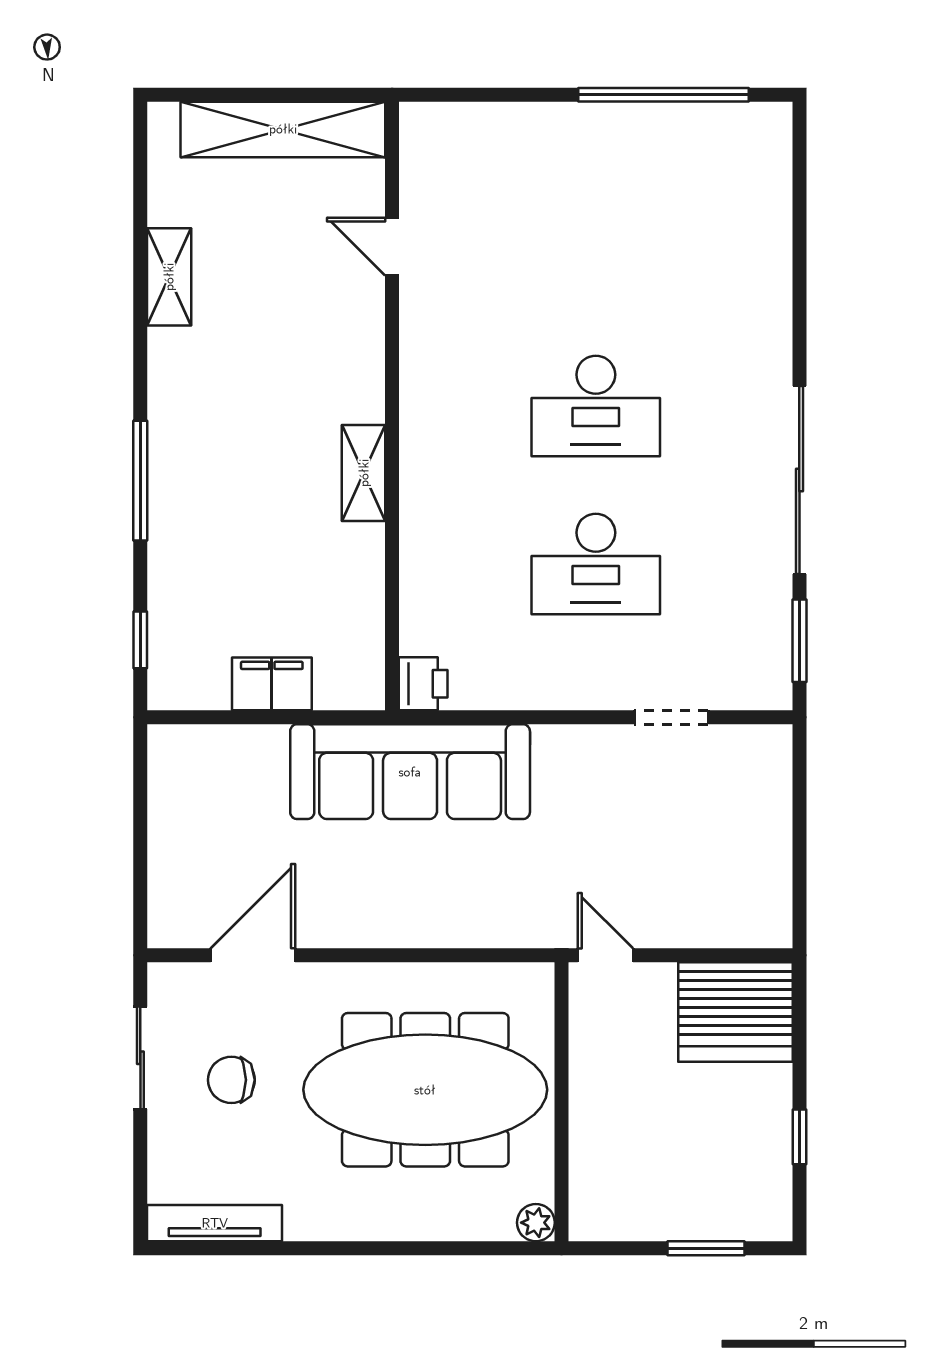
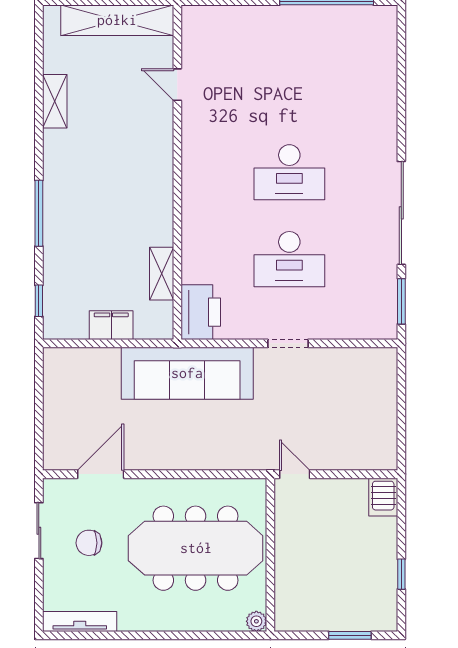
shelving: (364, 473) -> (162, 274), moved
printer: (423, 684) -> (201, 312), width x1.87, depth x1.48
doorway: (671, 717) -> (288, 343), moved
server rack: (736, 1012) -> (383, 497), width x0.46, depth x0.70

